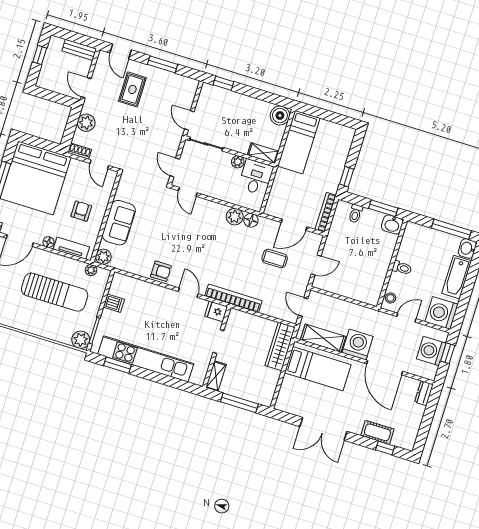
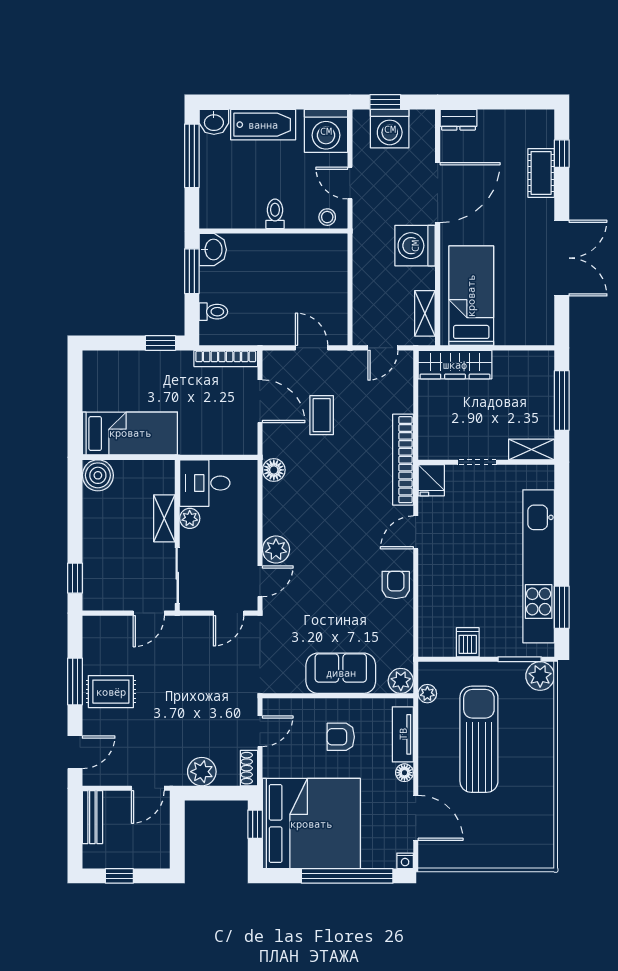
rug: (132, 89) -> (111, 692), moved
window: (45, 145) -> (255, 824), added
shelving: (263, 153) -> (164, 518), moved
plant: (235, 217) -> (276, 550), moved
shelving: (323, 338) -> (425, 313), width x0.67, depth x0.75

